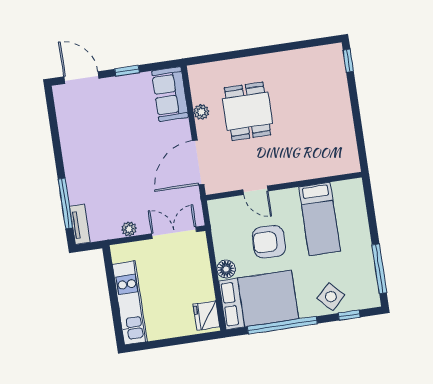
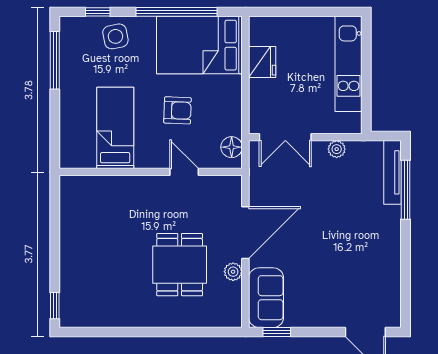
window: (127, 71) -> (277, 332), moved
door: (198, 162) -> (245, 233), moved
tv unit: (80, 224) -> (393, 172), width x1.41
armchair: (269, 242) -> (177, 110), width x0.72, depth x0.72
floor lamp: (226, 269) -> (232, 147), moved
side table: (331, 297) -> (115, 36), turned 33
fridge: (207, 315) -> (262, 62), moved

